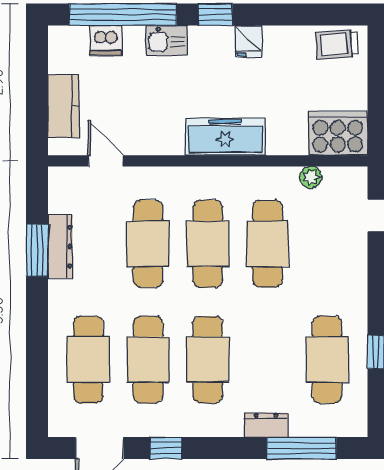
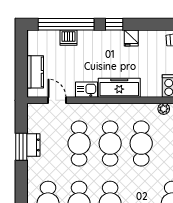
dishwasher: (105, 40) -> (69, 38), moved
kitchen sink: (167, 40) -> (87, 90), moved, turned 180
dresser: (60, 247) -> (33, 145), width x0.70

